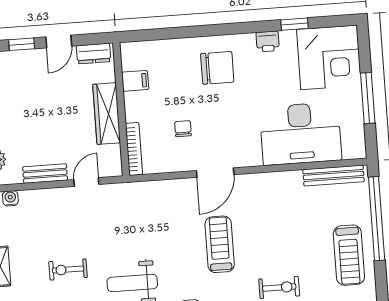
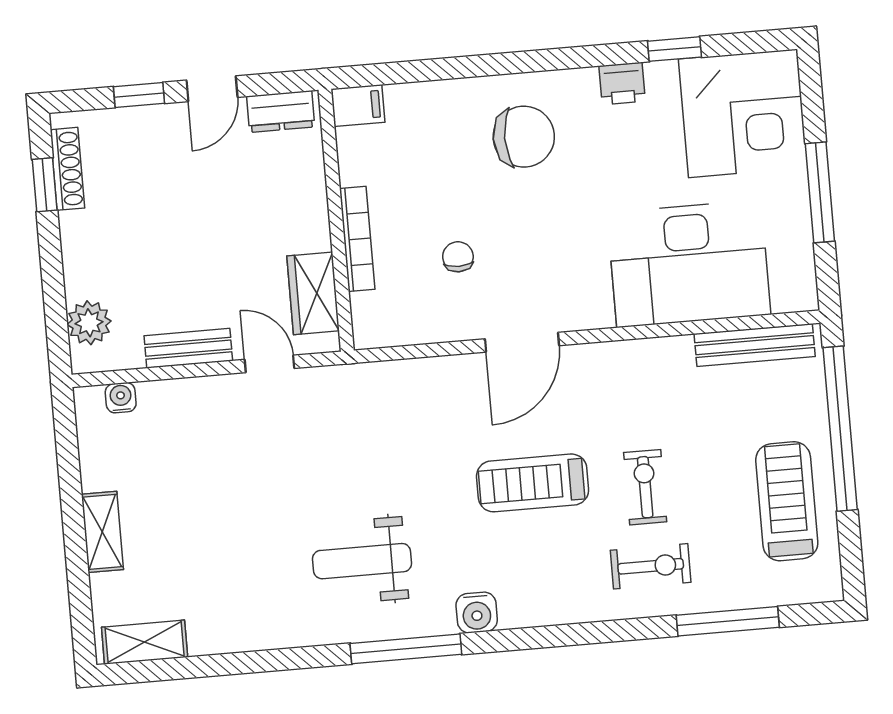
filing cabinet: (135, 81) -> (358, 106), moved
wardrobe: (107, 114) -> (313, 293), moved, width x0.67
bookcase: (134, 149) -> (357, 239), moved
door: (86, 182) -> (270, 364), hinge flipped
treadmill: (220, 244) -> (533, 483), turned -90
treadmill: (349, 255) -> (787, 501), turned 180
exercise bike: (68, 270) -> (645, 487), moved, turned 90

